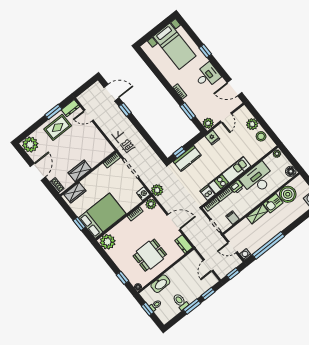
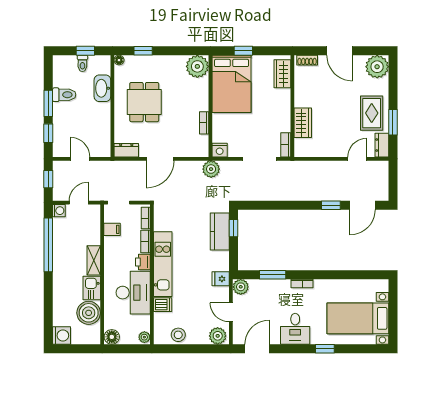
plant: (252, 124) -> (218, 336), moved
wardrobe: (80, 171) -> (303, 123), moved
dishwasher: (208, 193) -> (163, 305), moved
plant: (151, 204) -> (201, 149), removed

